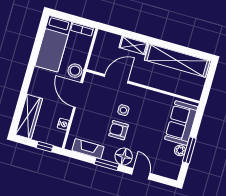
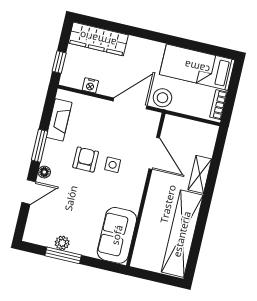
sofa: (181, 123) -> (117, 235), moved, turned -90
floor lamp: (124, 156) -> (44, 172), width x0.53, depth x0.53

